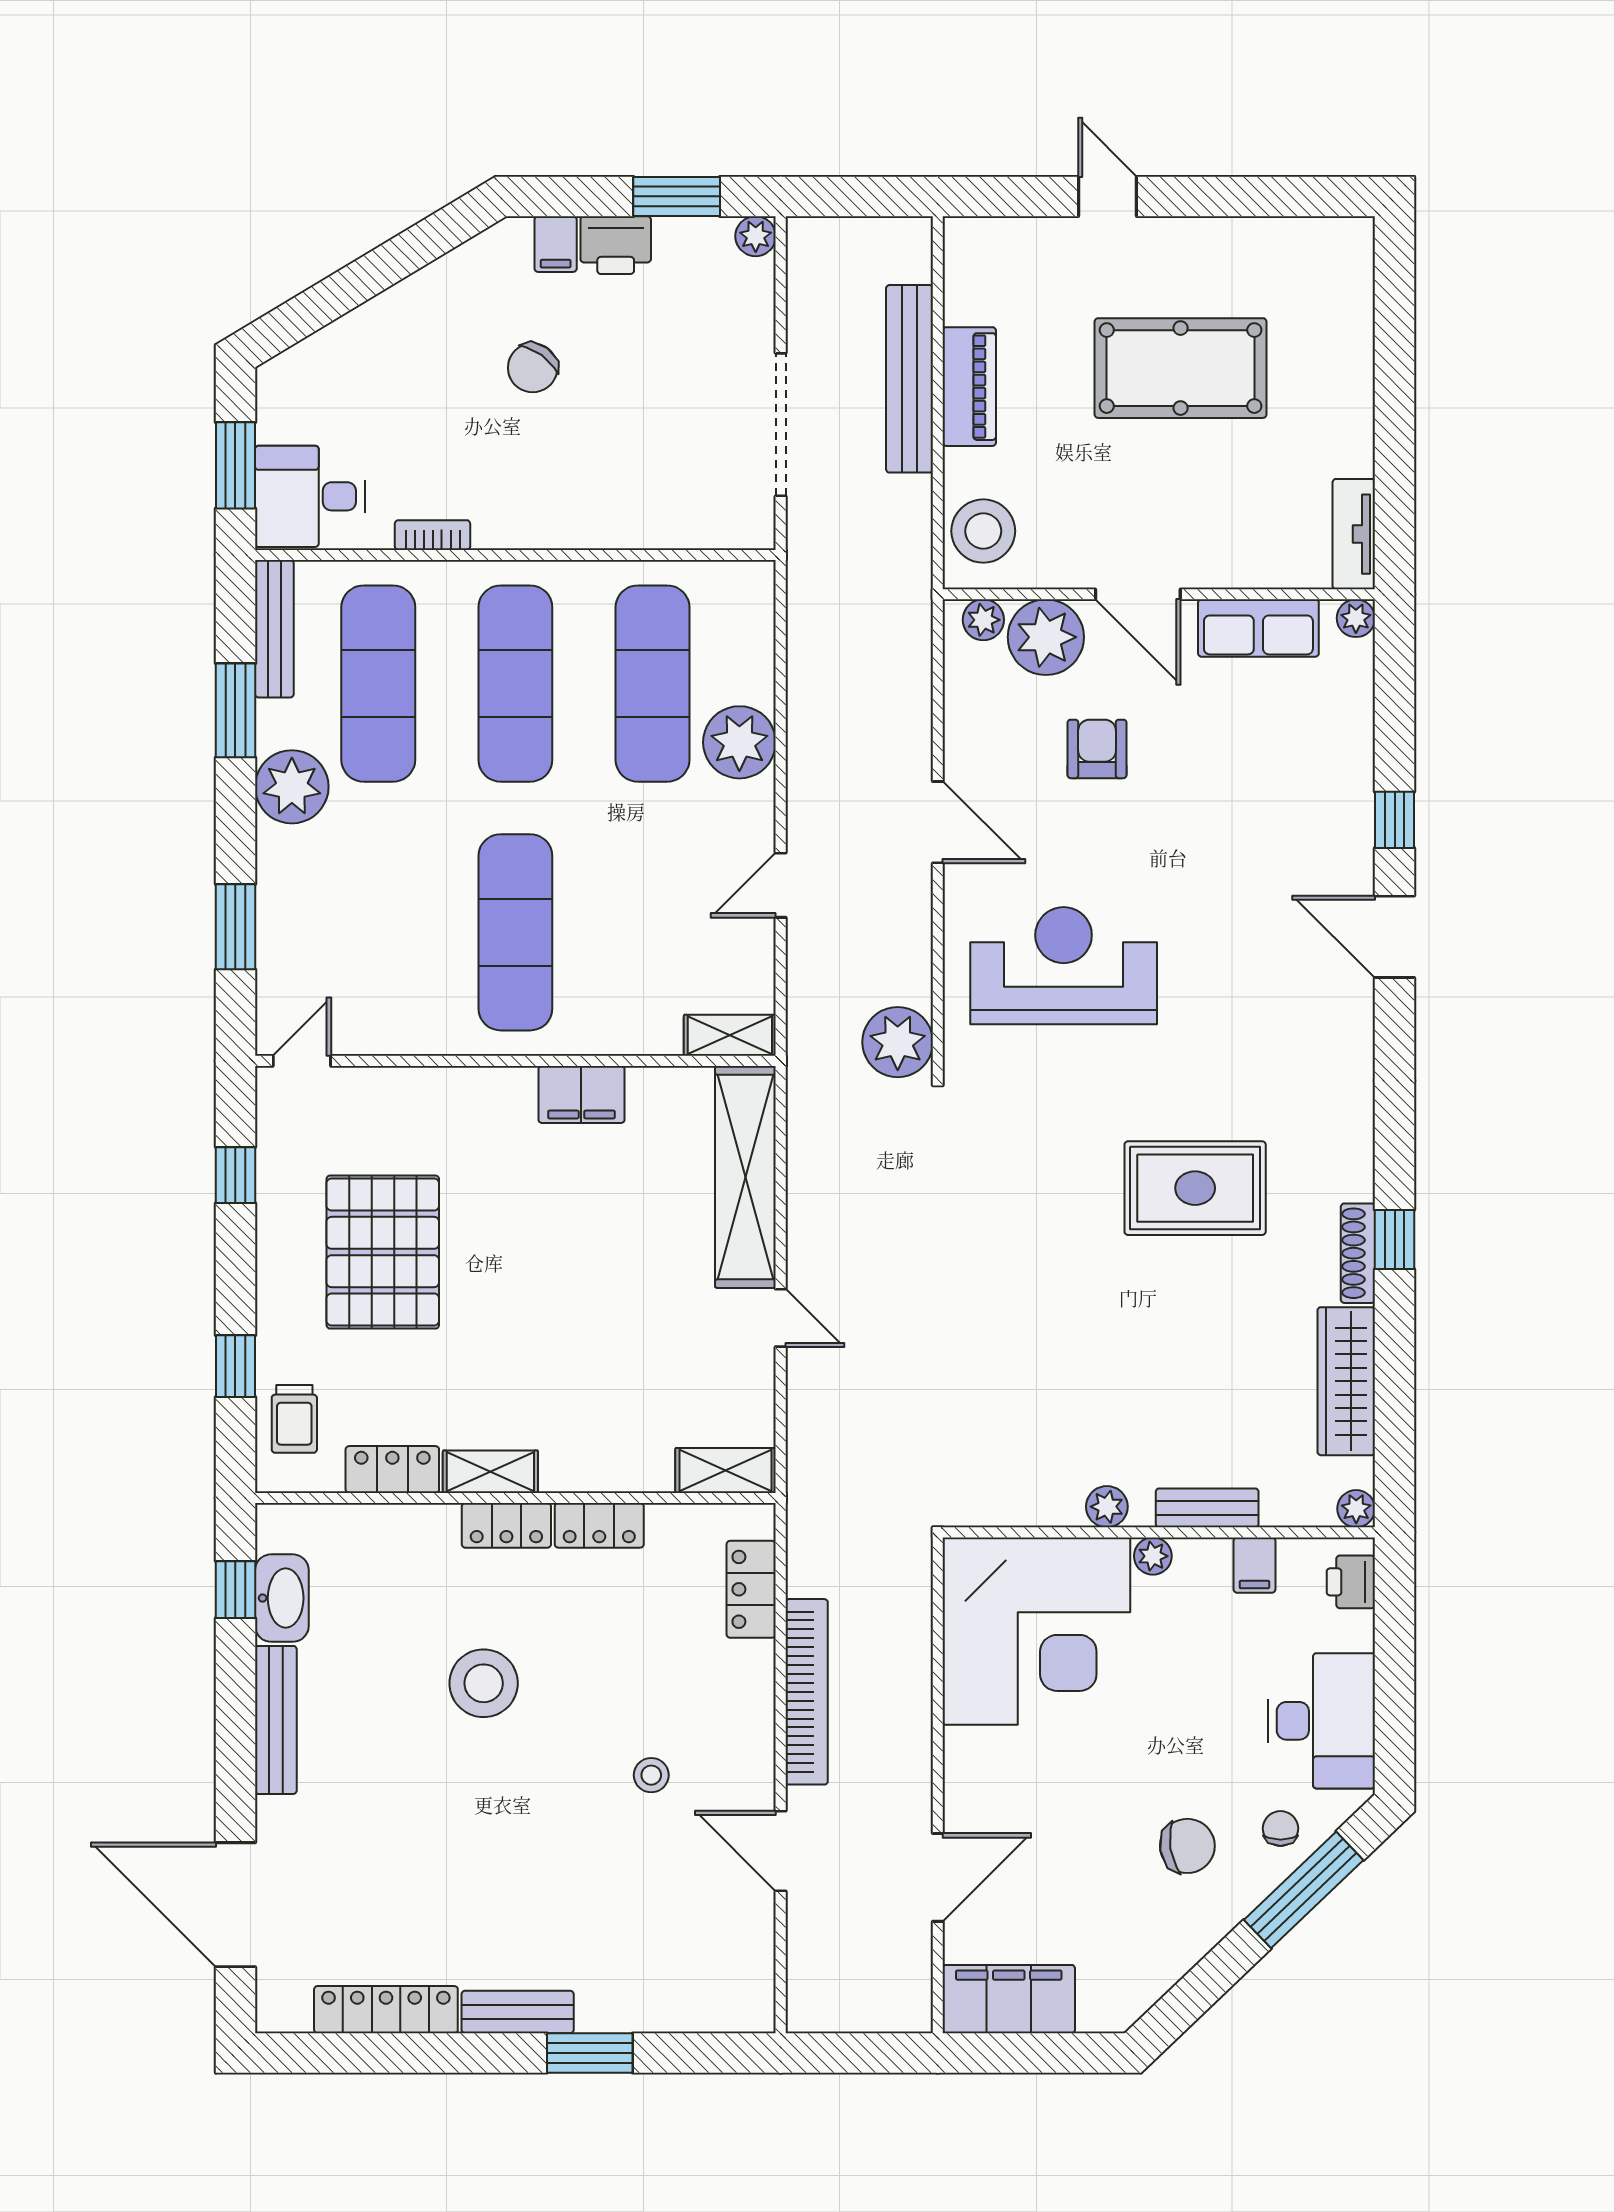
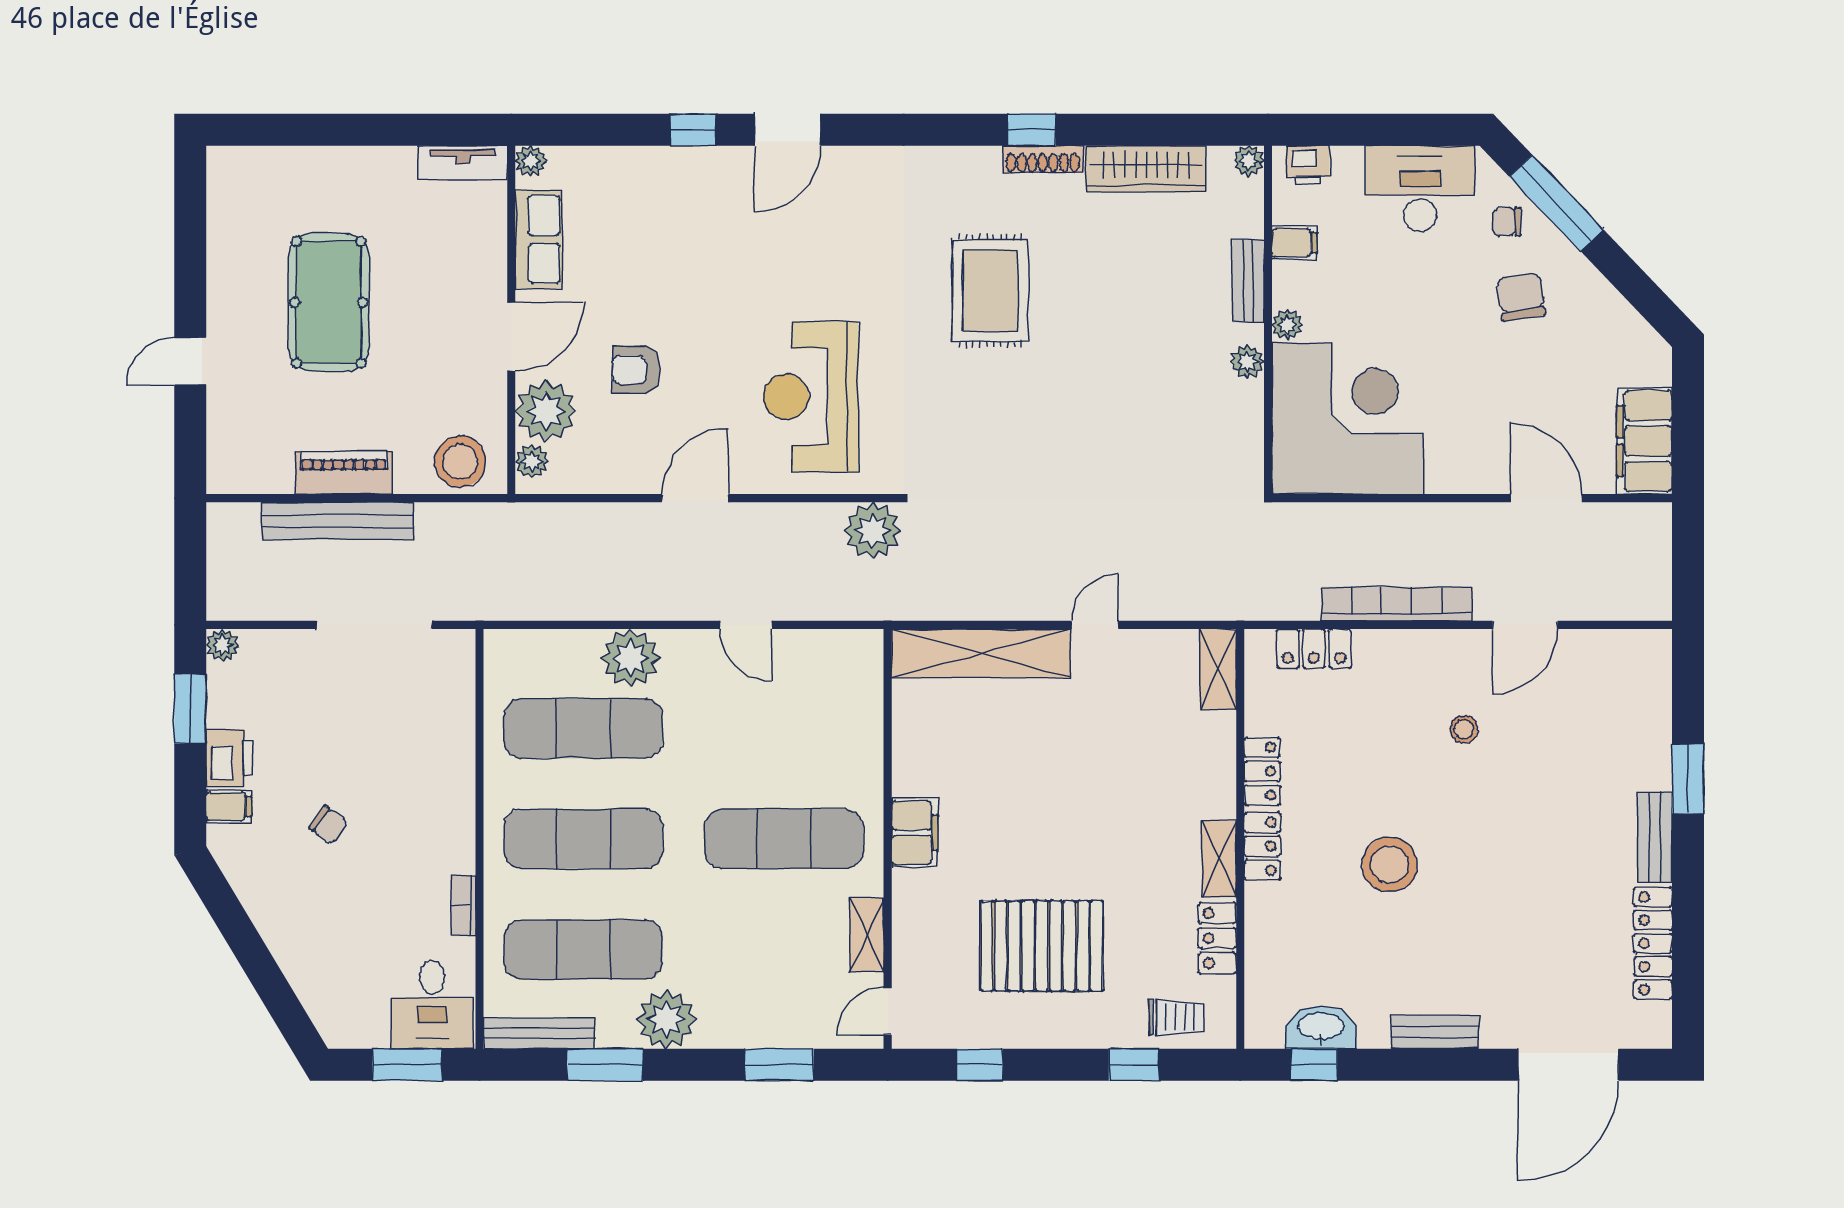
chair: (533, 368) -> (329, 825), width x0.73, depth x0.73
shelving: (730, 1035) -> (867, 935), moved
door: (302, 1061) -> (888, 1011), hinge flipped
filing cabinet: (581, 1094) -> (915, 833), moved
bench: (276, 1720) -> (1435, 1032), width x0.73

